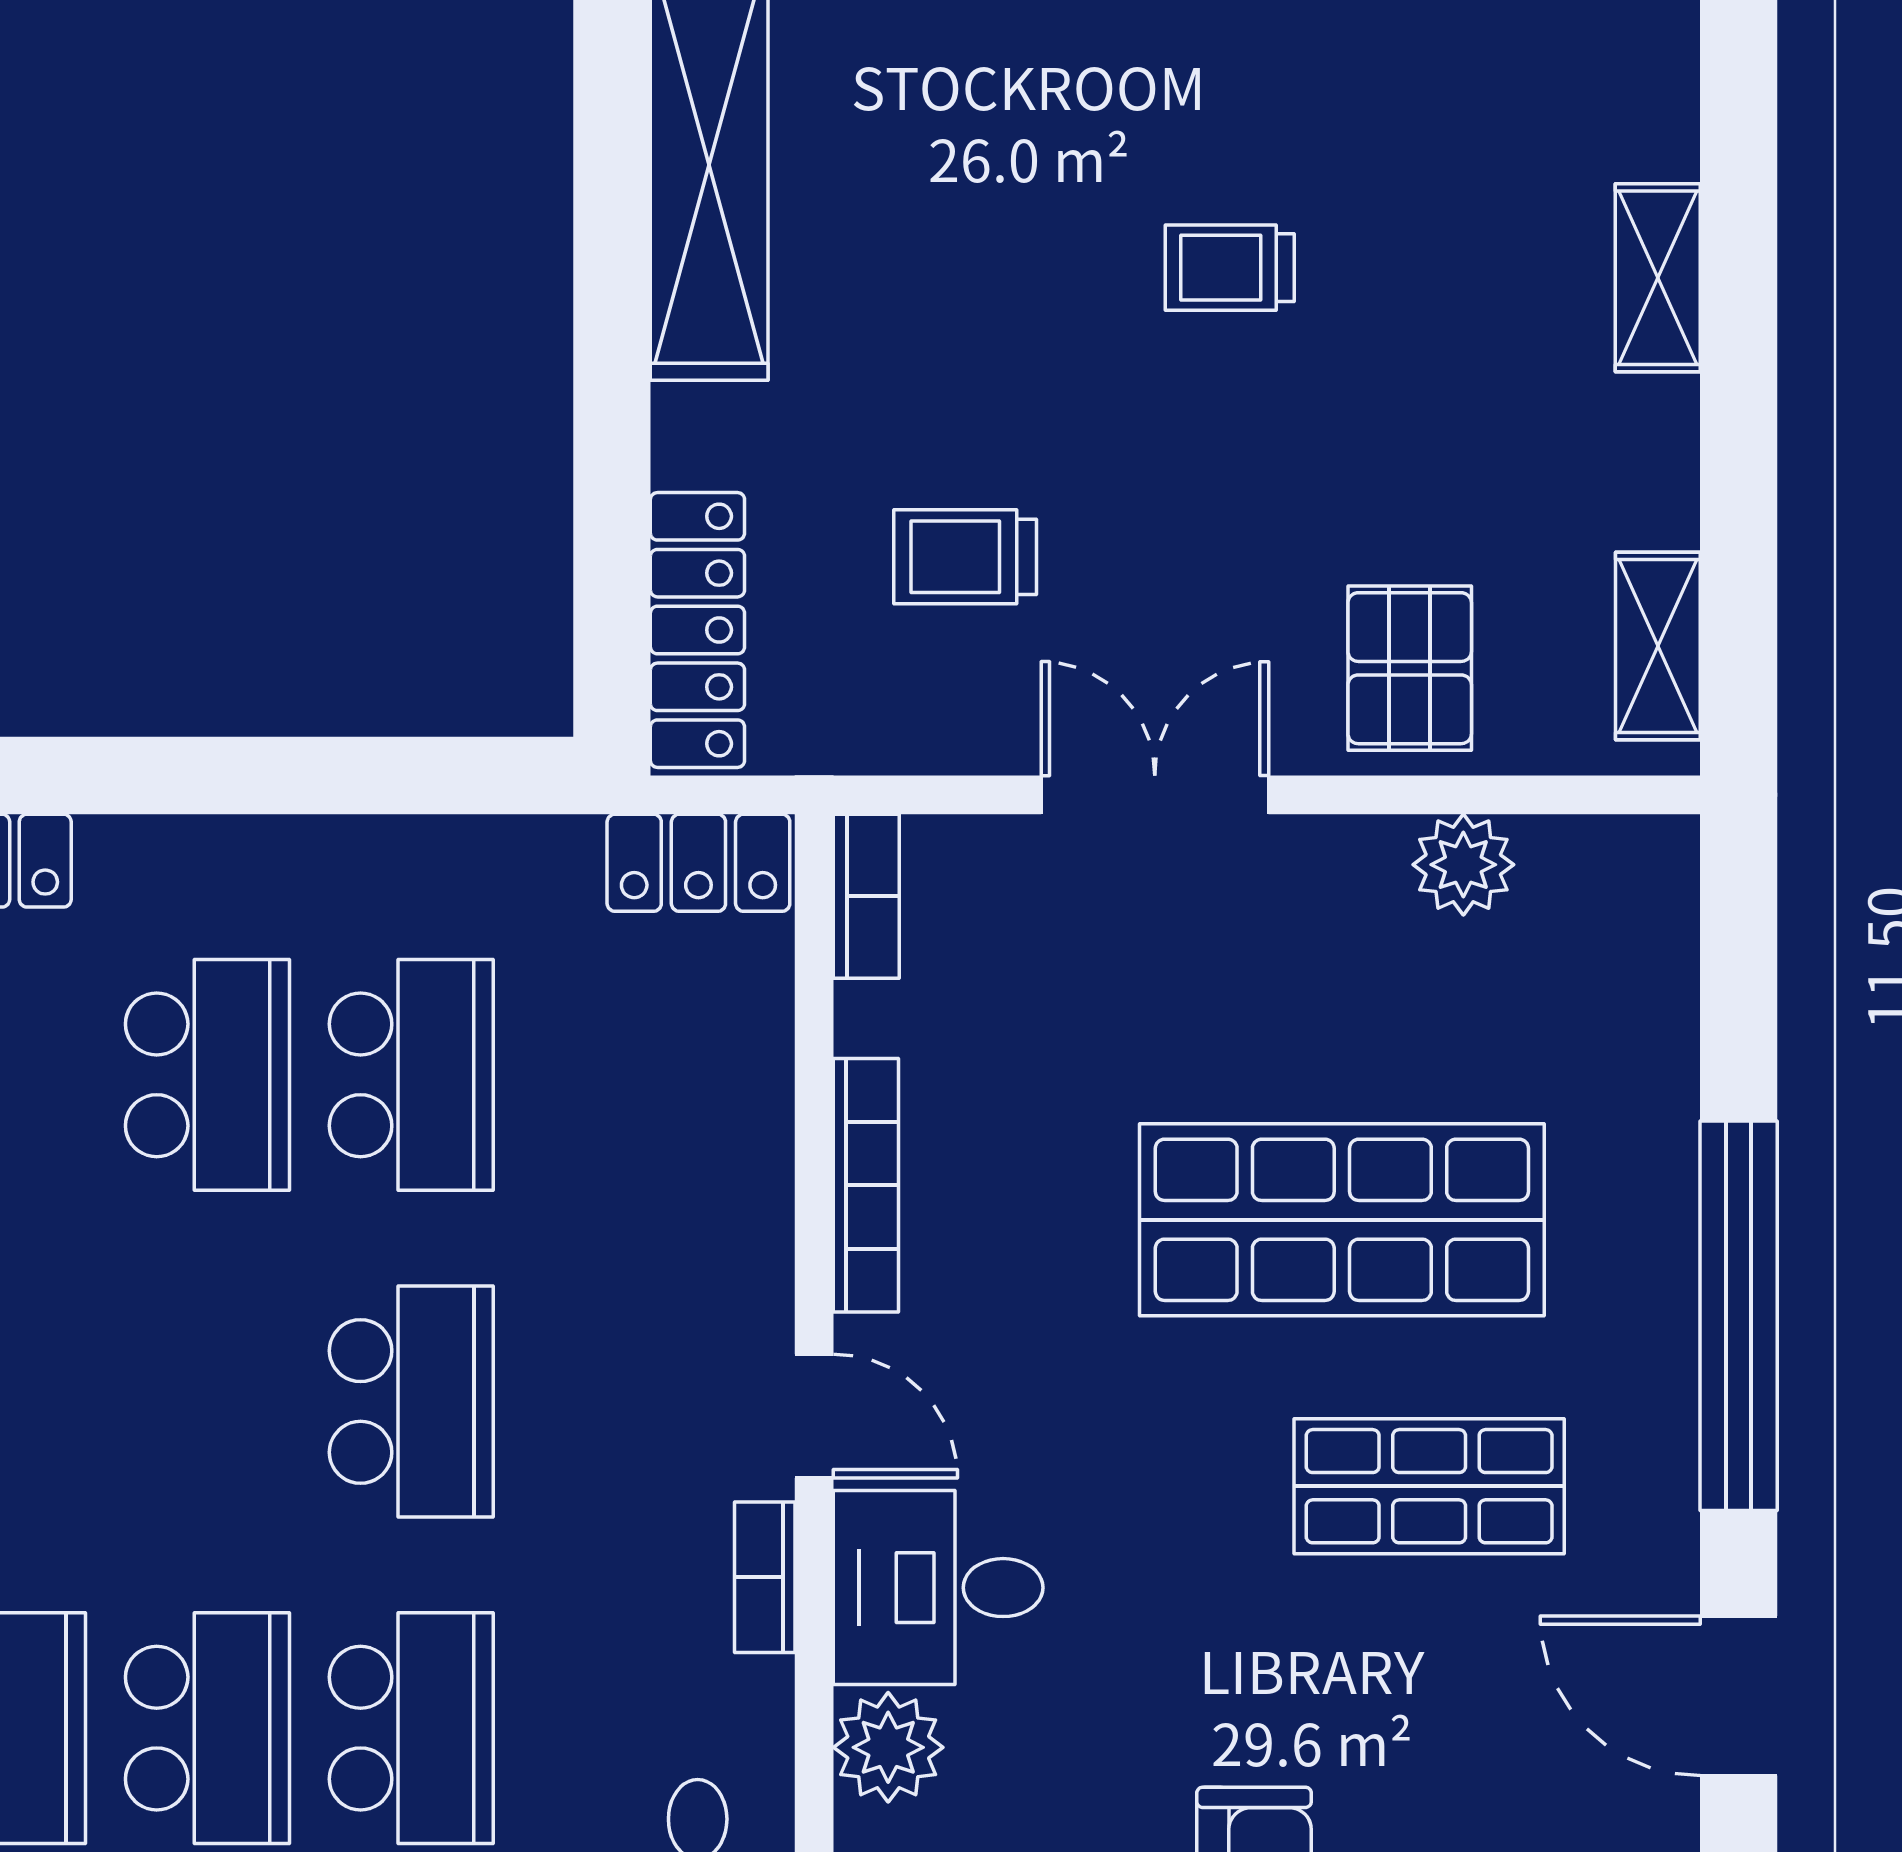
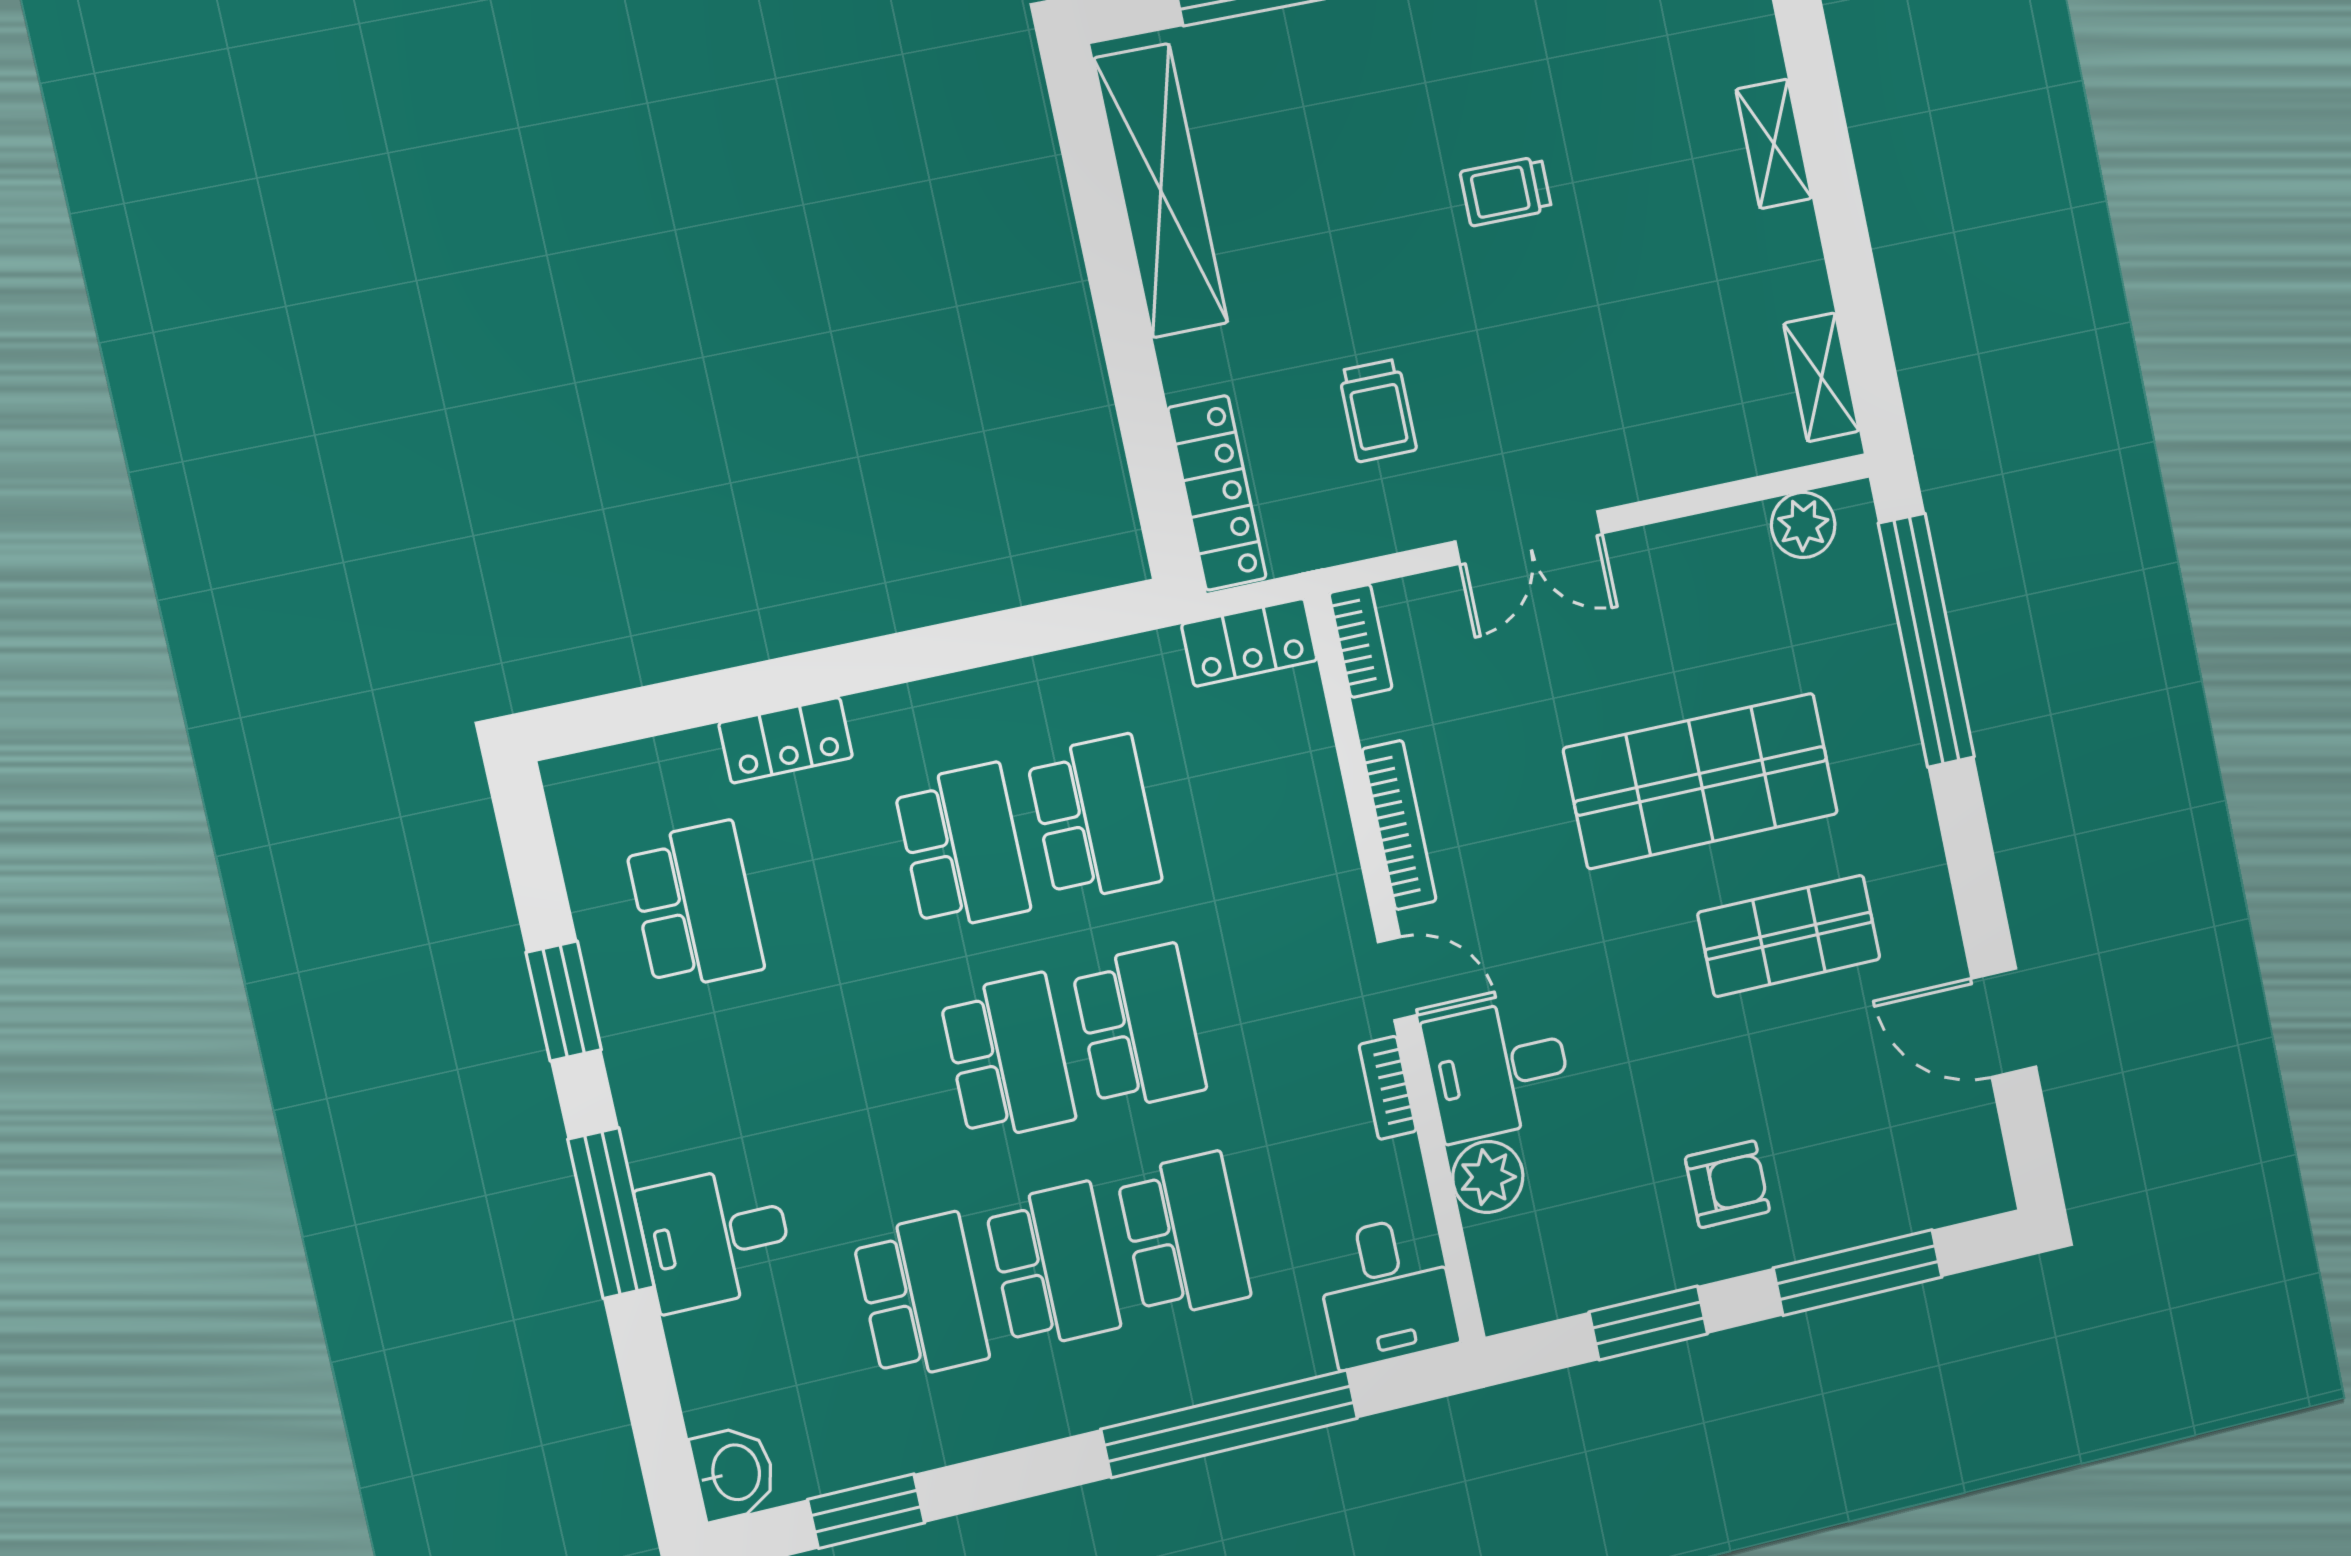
trolley: (965, 557) -> (1378, 410), turned -90
pallet: (1410, 668) -> (1671, 423), removed
double door: (1155, 795) -> (1529, 537), swing flipped
plant: (1463, 865) -> (1803, 525), moved
window: (1739, 1316) -> (1926, 640), moved
school desk: (207, 1401) -> (1008, 1057), added

